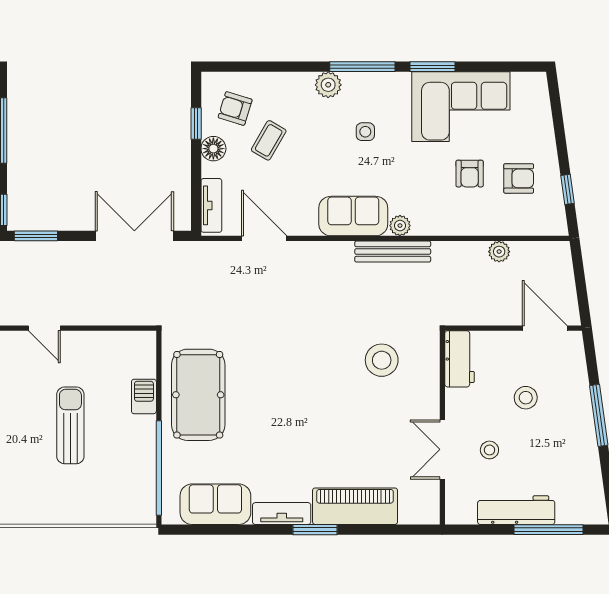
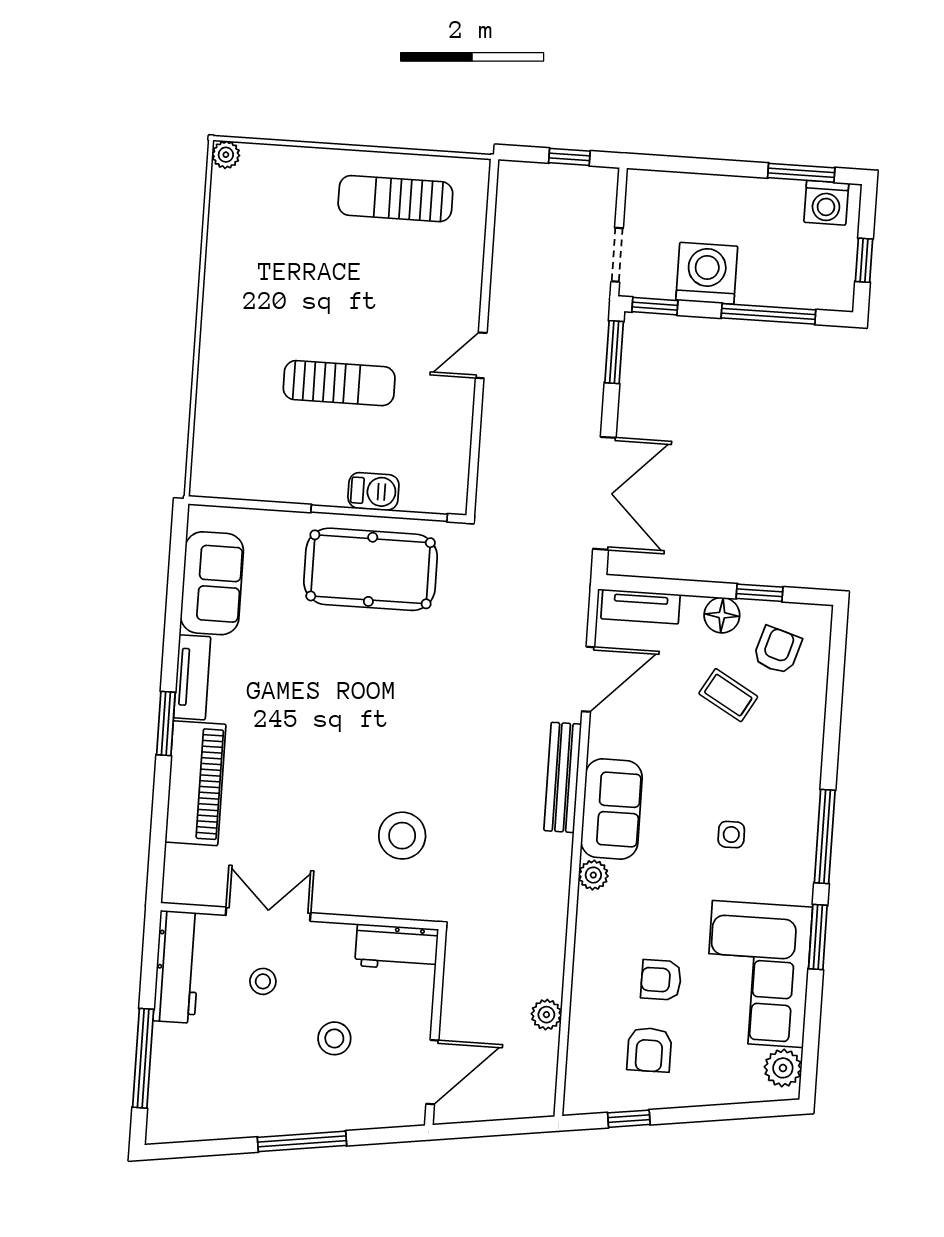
plant: (328, 85) -> (783, 1068), moved
bench: (393, 252) -> (563, 777), moved
window: (159, 468) -> (379, 513), moved
workbench: (516, 510) -> (177, 967), moved

